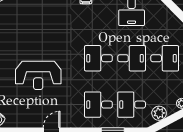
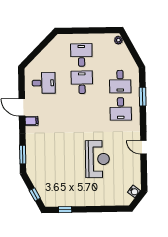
desk: (98, 58) -> (82, 110), removed
plant: (159, 113) -> (127, 59), removed

